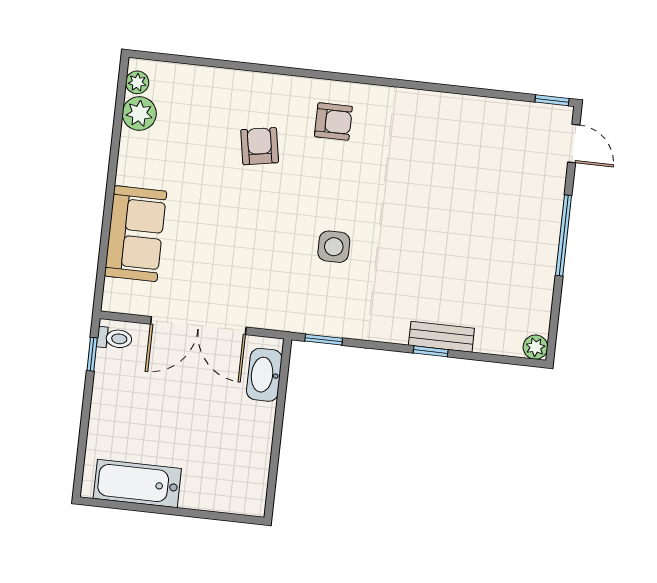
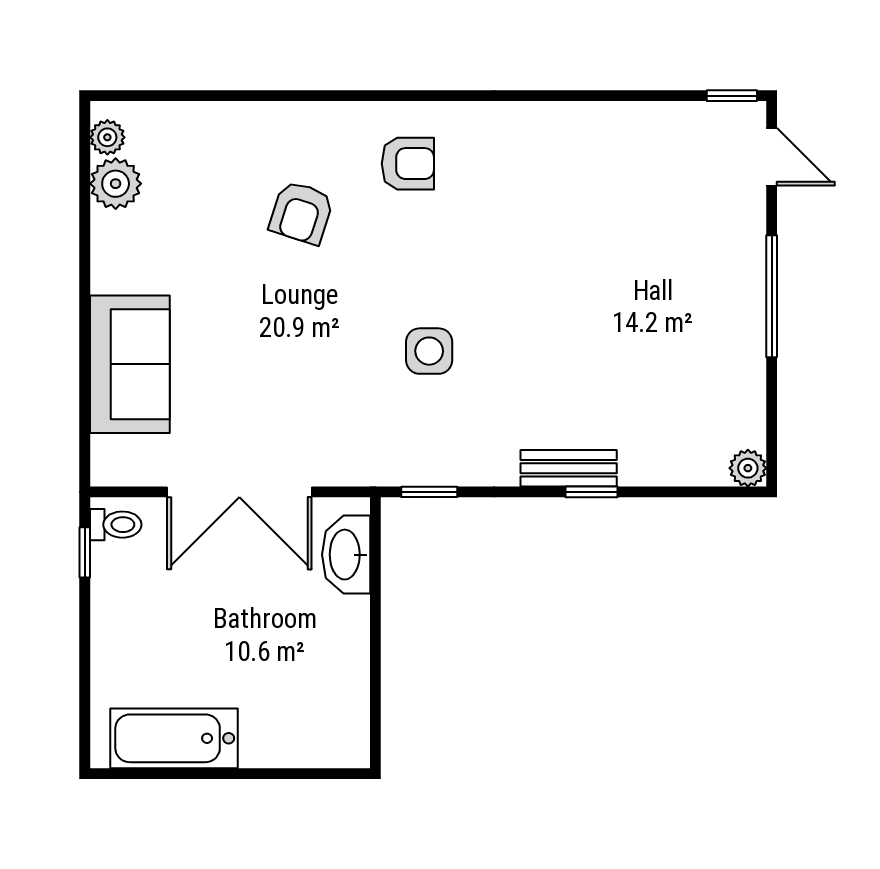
armchair: (260, 146) -> (301, 213), turned -152
bench: (441, 337) -> (569, 468), moved

